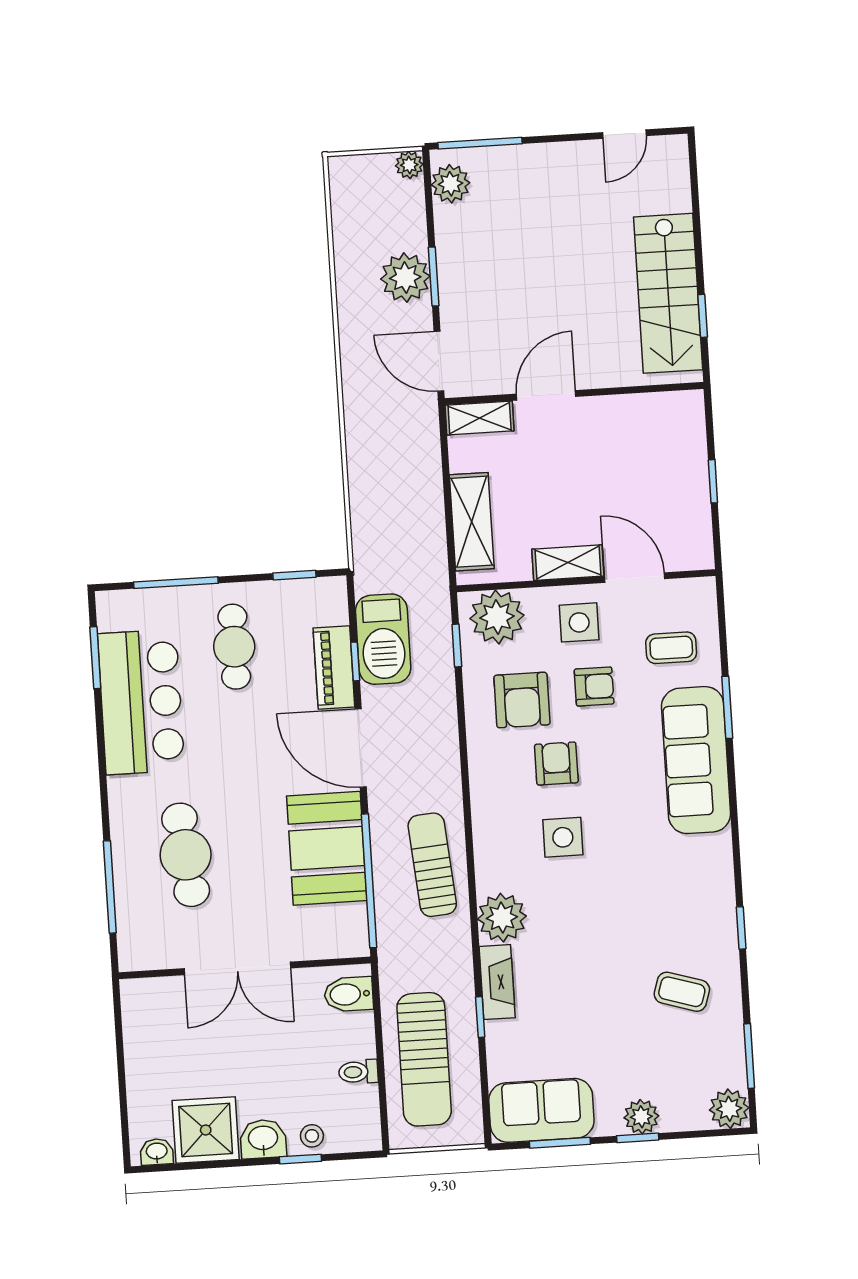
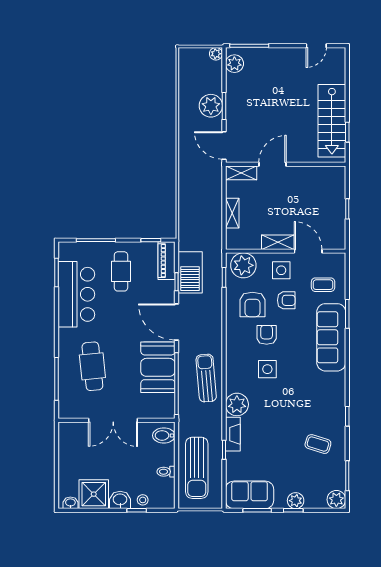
shelving: (472, 522) -> (232, 213), width x0.67, depth x0.75
piano: (334, 668) -> (166, 261), moved

